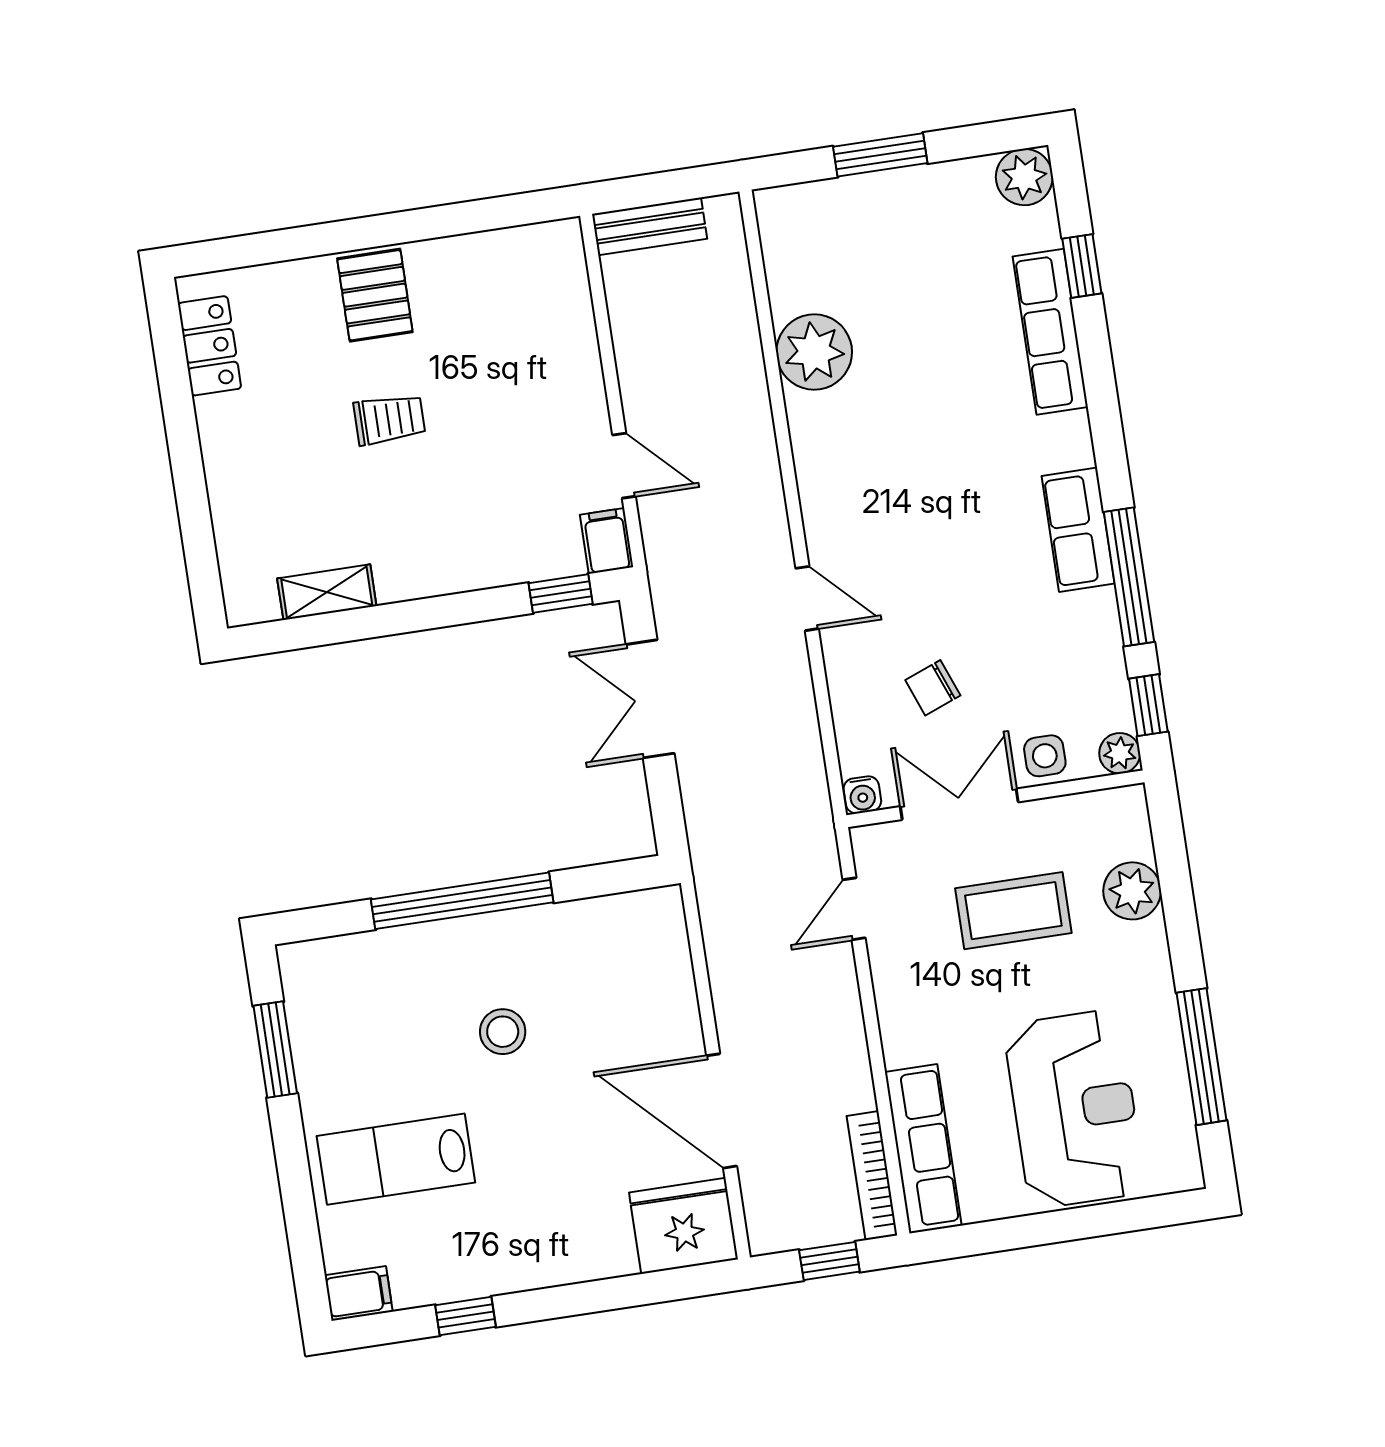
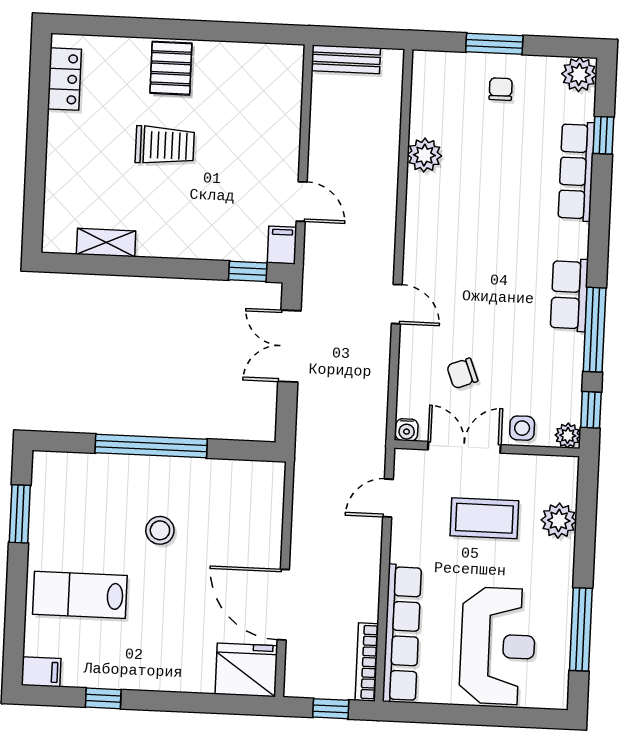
chair: (904, 225) -> (501, 89), added
plant: (814, 352) -> (424, 155), width x0.73, depth x0.73
trolley: (389, 419) -> (165, 145), width x1.36, depth x1.39
row of seats: (923, 1149) -> (402, 633), width x1.36

